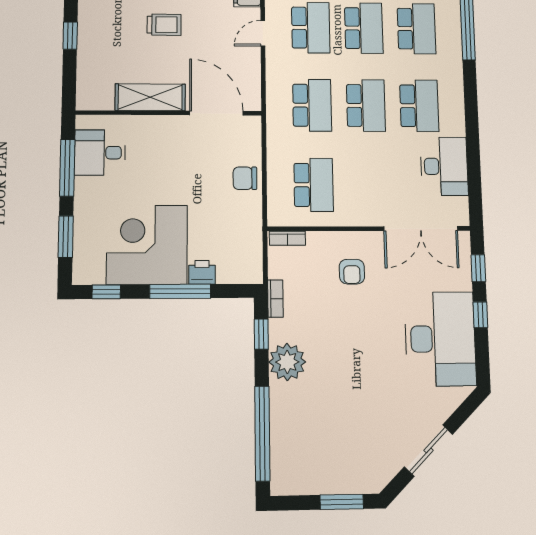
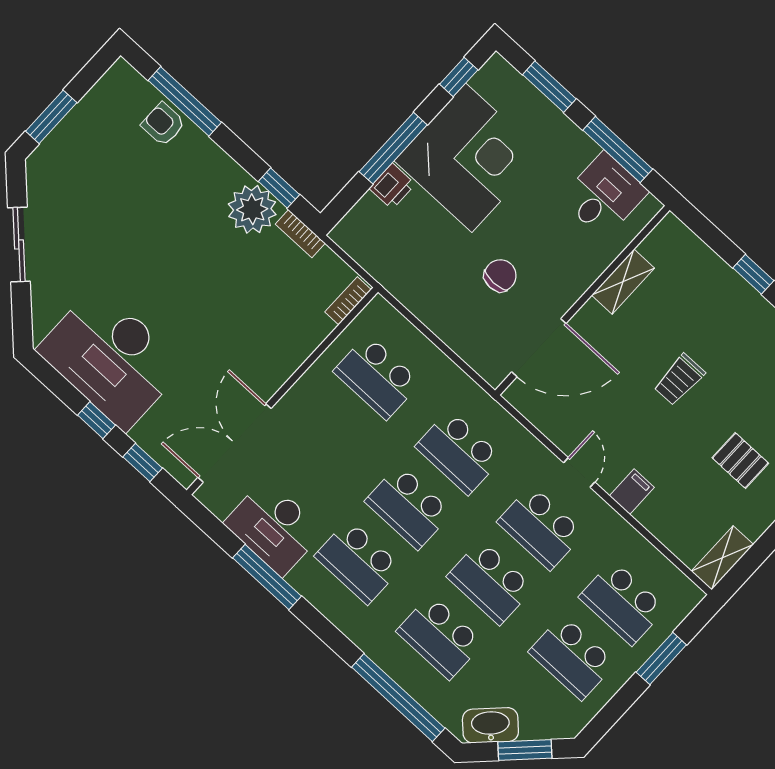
shelving: (150, 97) -> (623, 282), width x0.67, depth x0.75
window: (473, 146) -> (267, 577), added
chair: (245, 178) -> (500, 276), moved
armchair: (352, 272) -> (163, 124), moved
plant: (287, 362) -> (252, 209), moved
window: (262, 433) -> (185, 101), width x0.68

